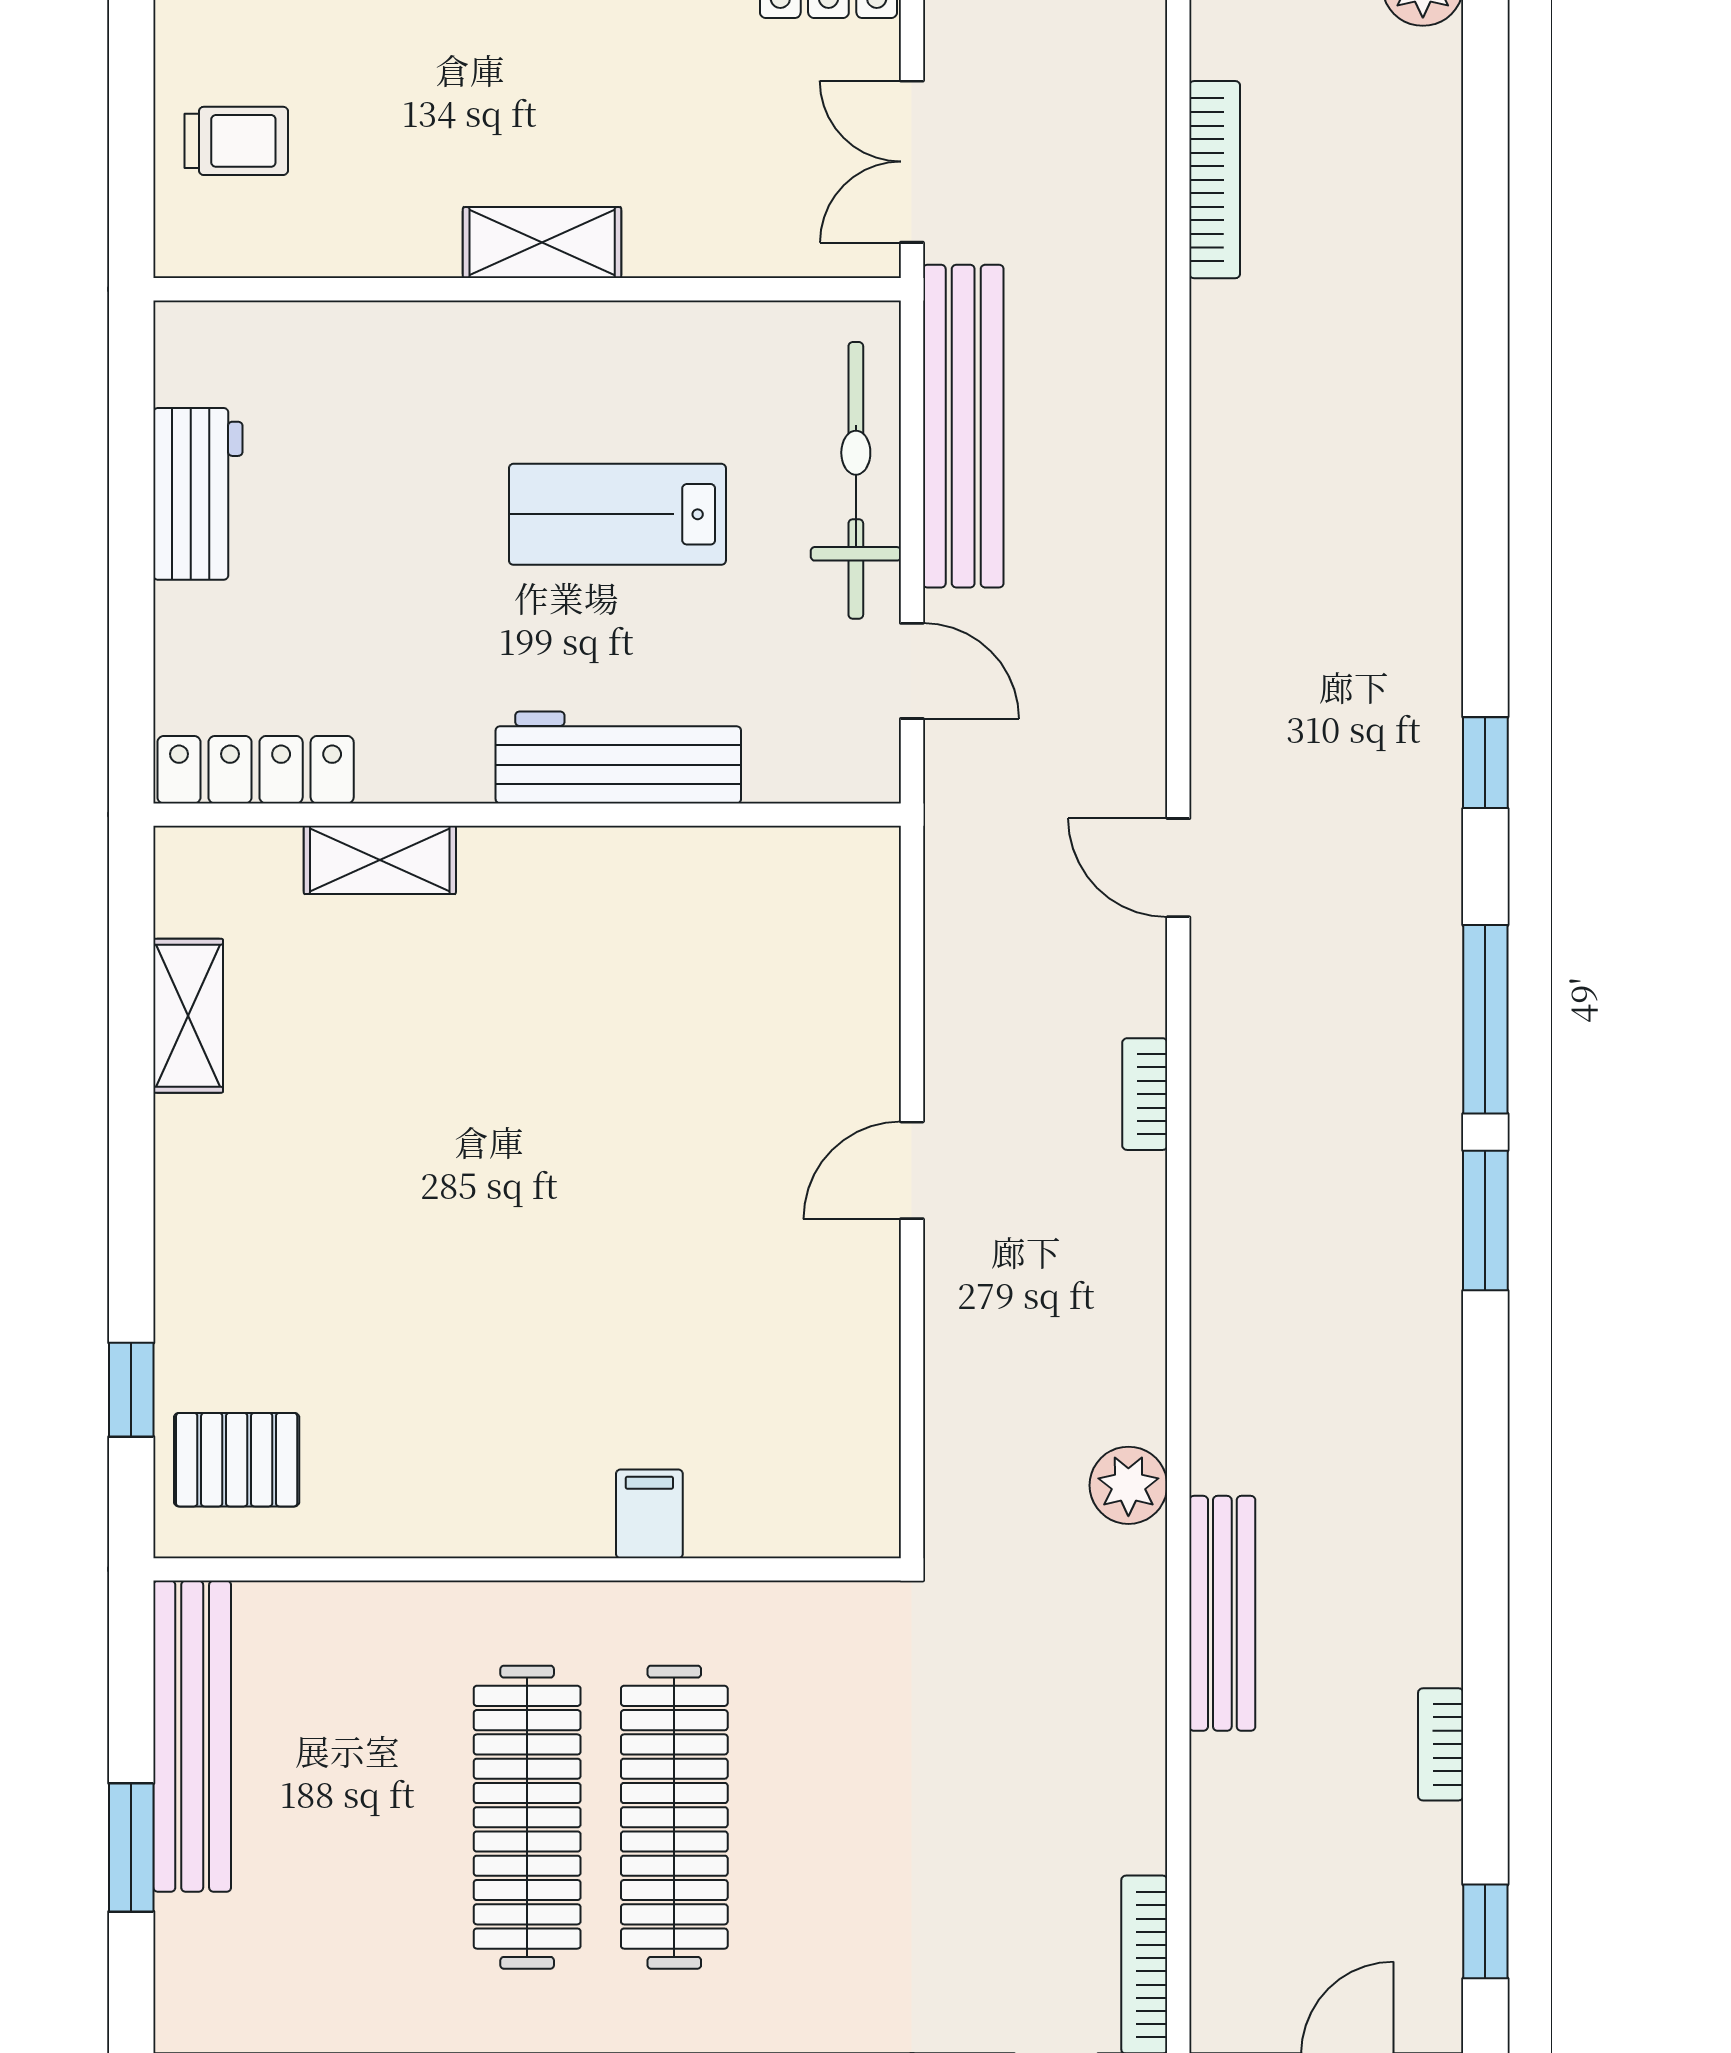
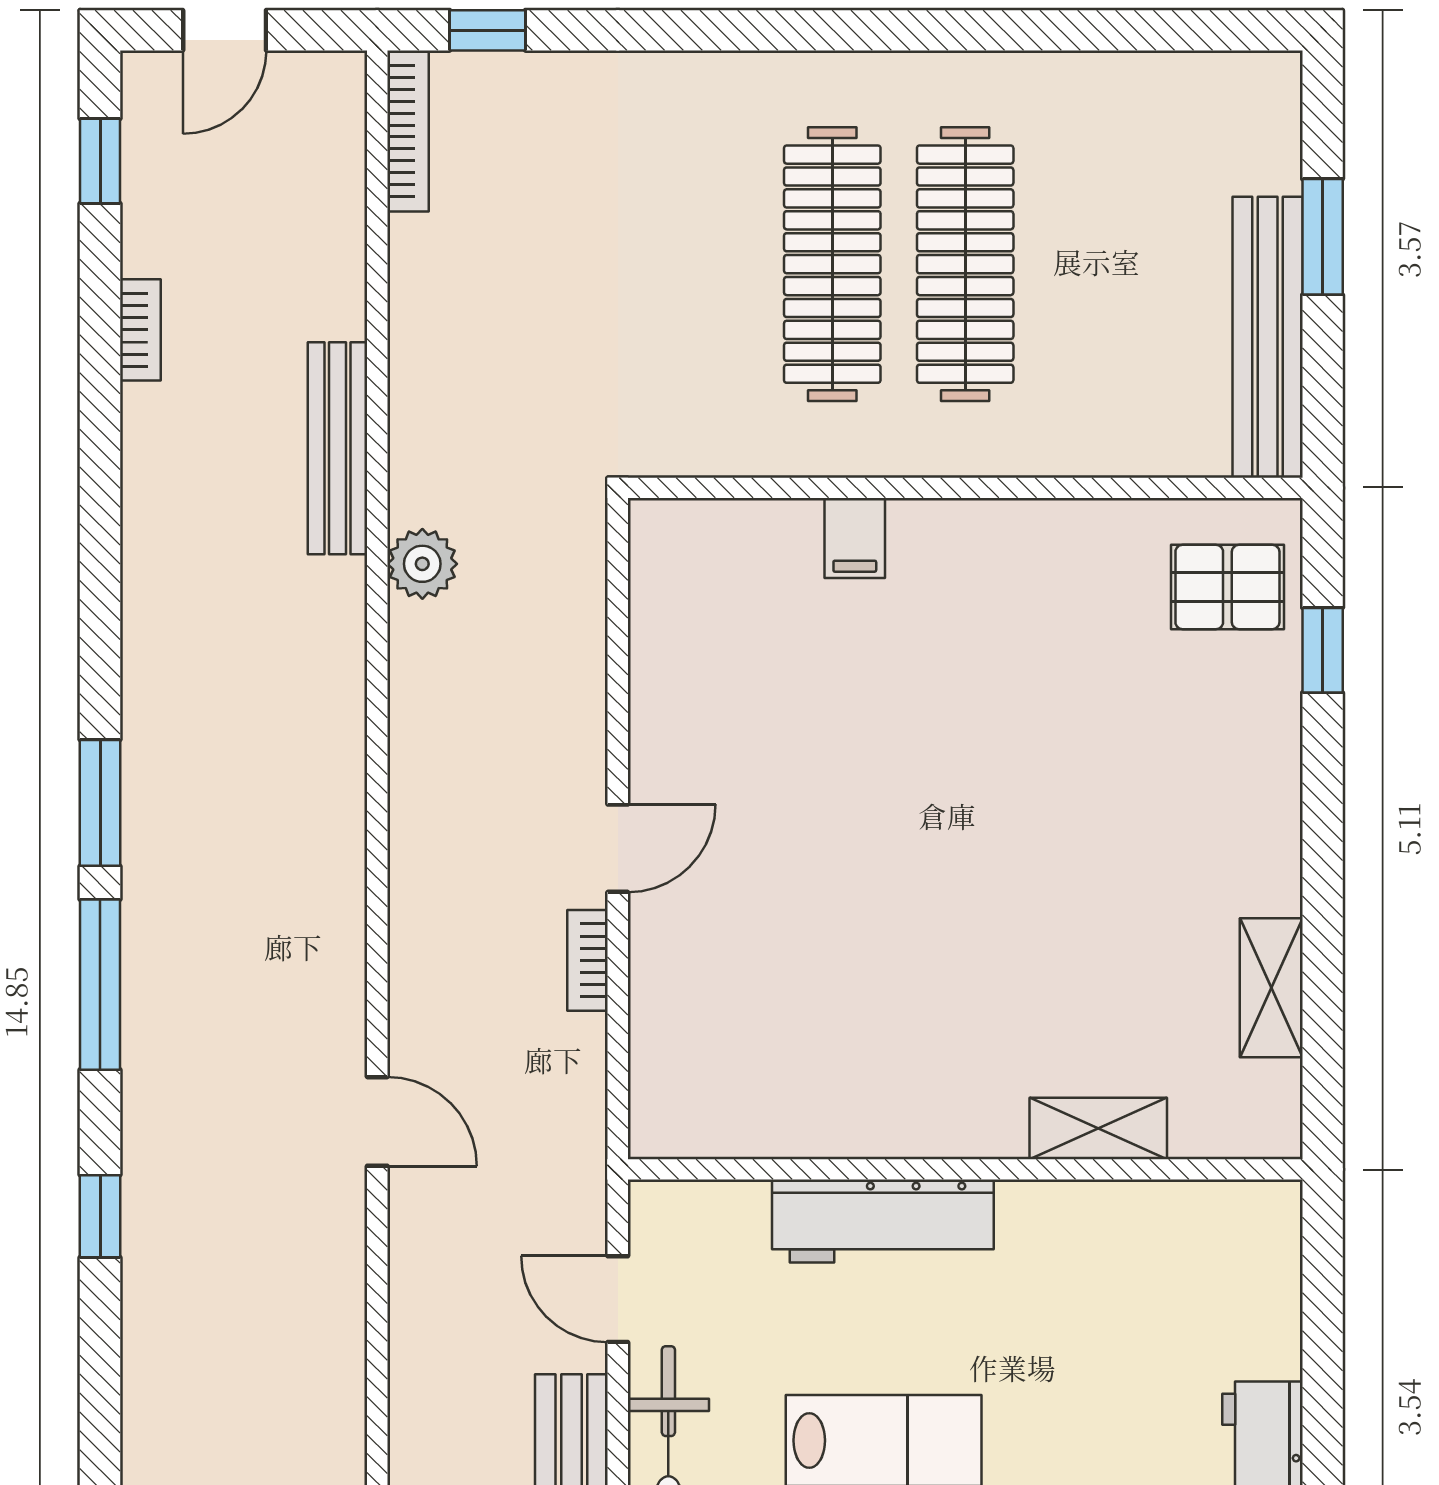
locker: (256, 770) -> (1210, 1210), removed
bookcase: (1145, 1094) -> (588, 960), moved, turned 180

